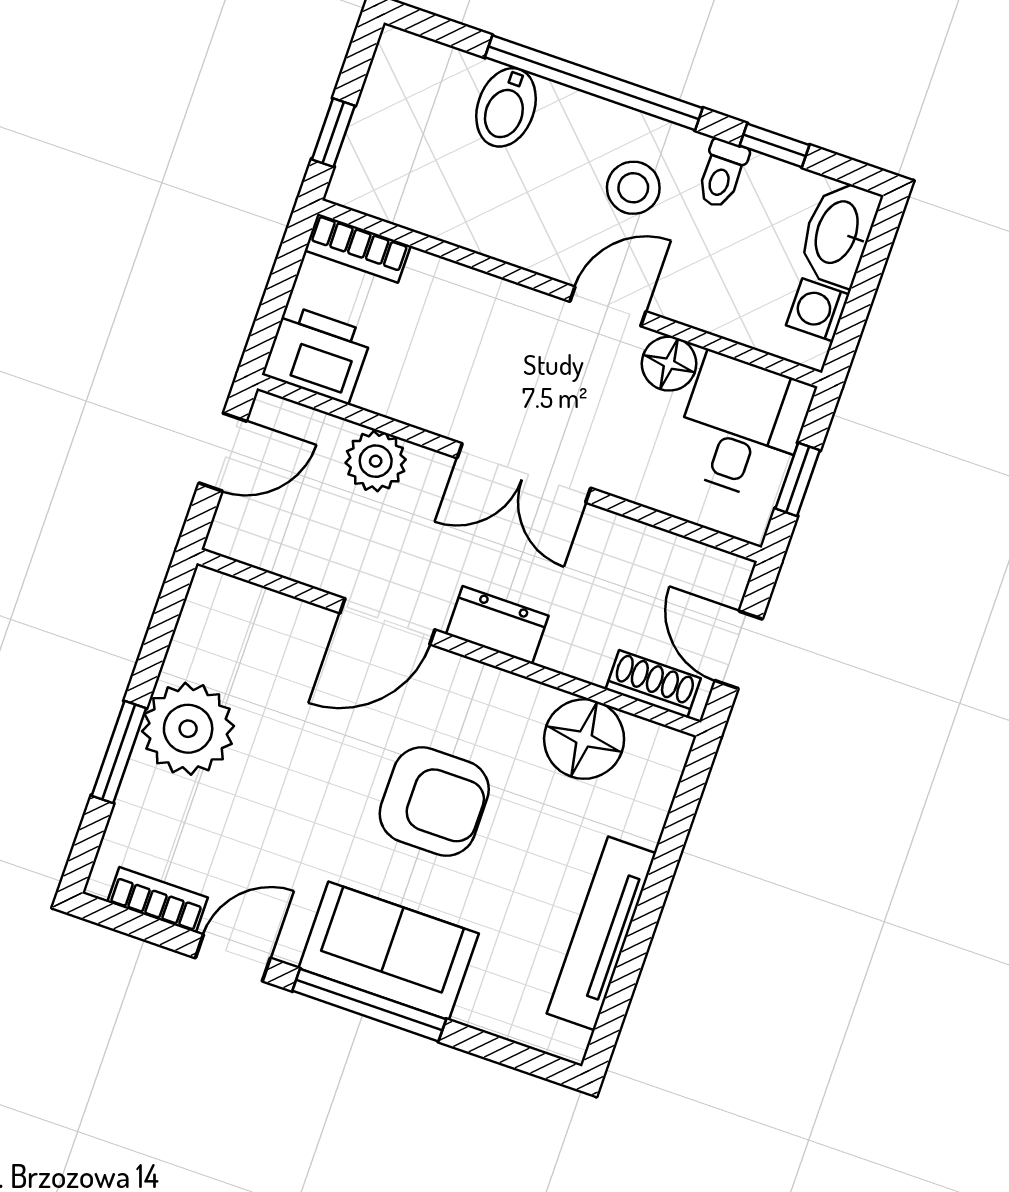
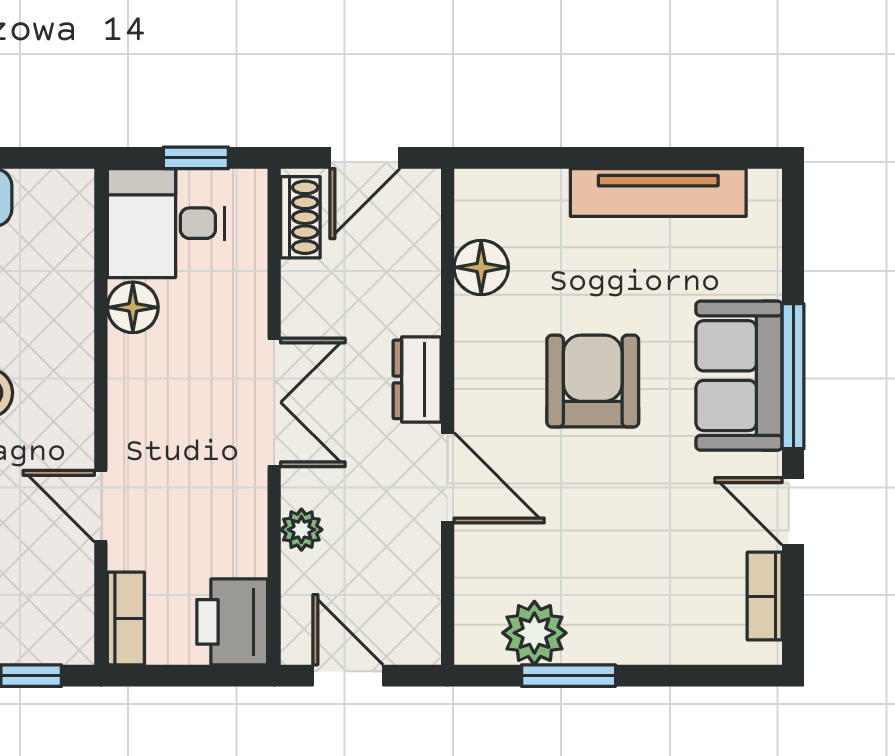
door: (608, 306) -> (101, 506), moved
washing machine: (818, 310) -> (40, 192), removed
plant: (376, 461) -> (301, 530), width x0.73, depth x0.73
shoe rack: (653, 684) -> (300, 217), moved, turned 180
plant: (188, 729) -> (534, 633), moved, width x0.73, depth x0.73
floor lamp: (584, 739) -> (481, 267), width x0.73, depth x0.73
window: (119, 752) -> (569, 676), moved

